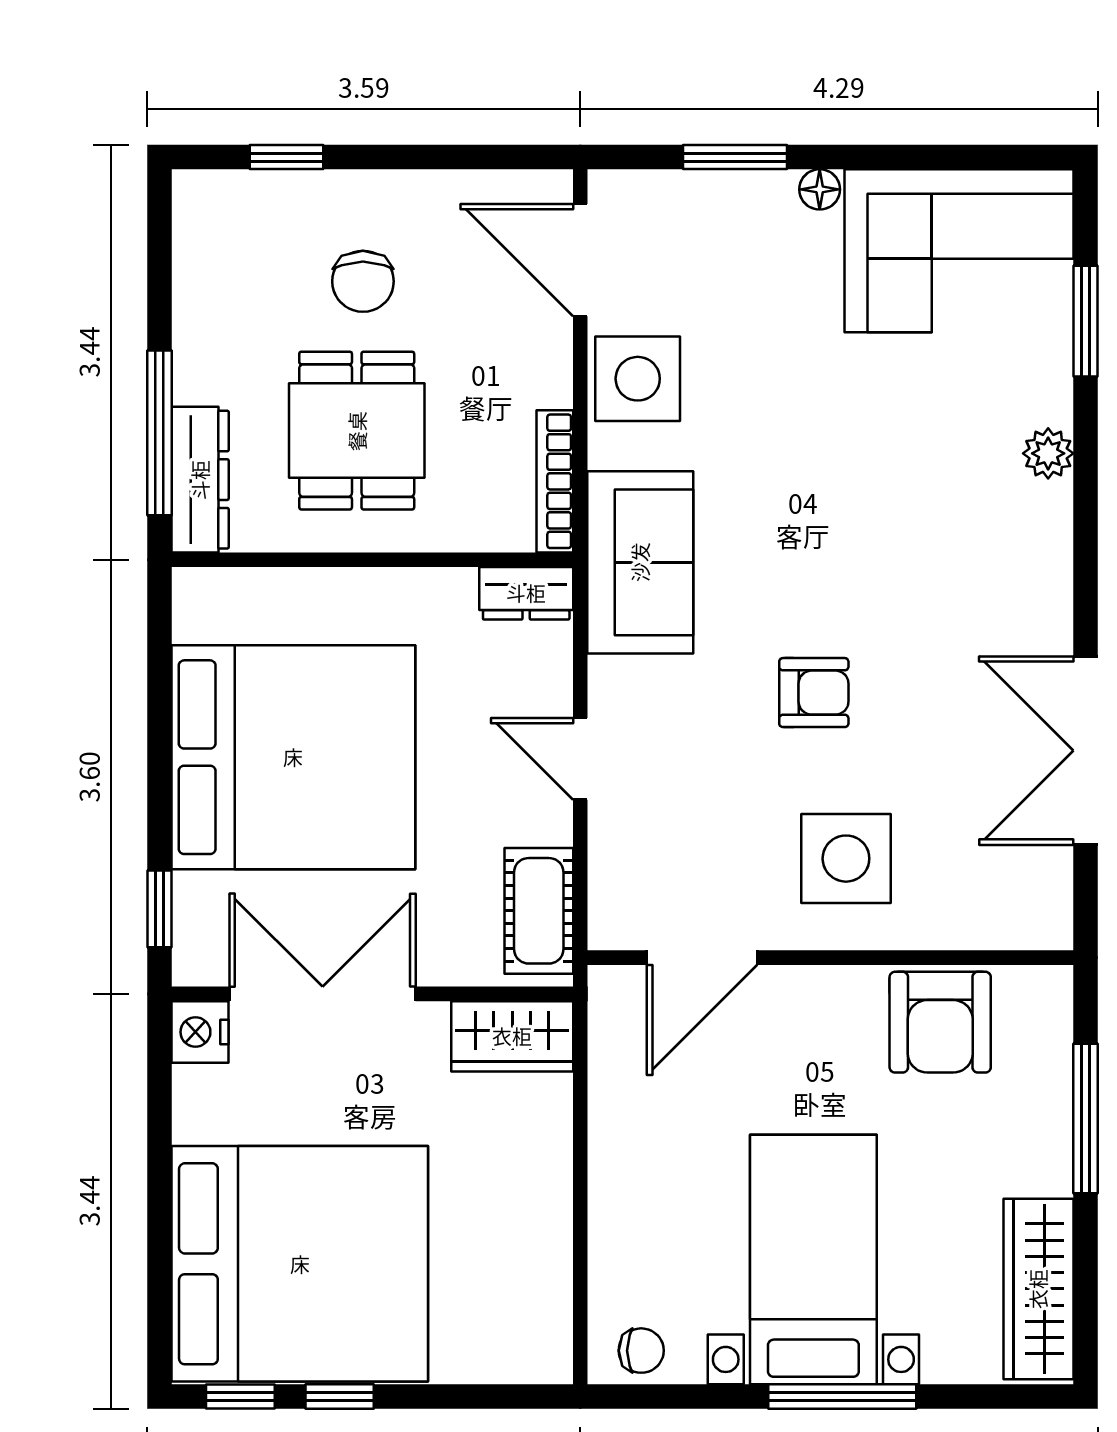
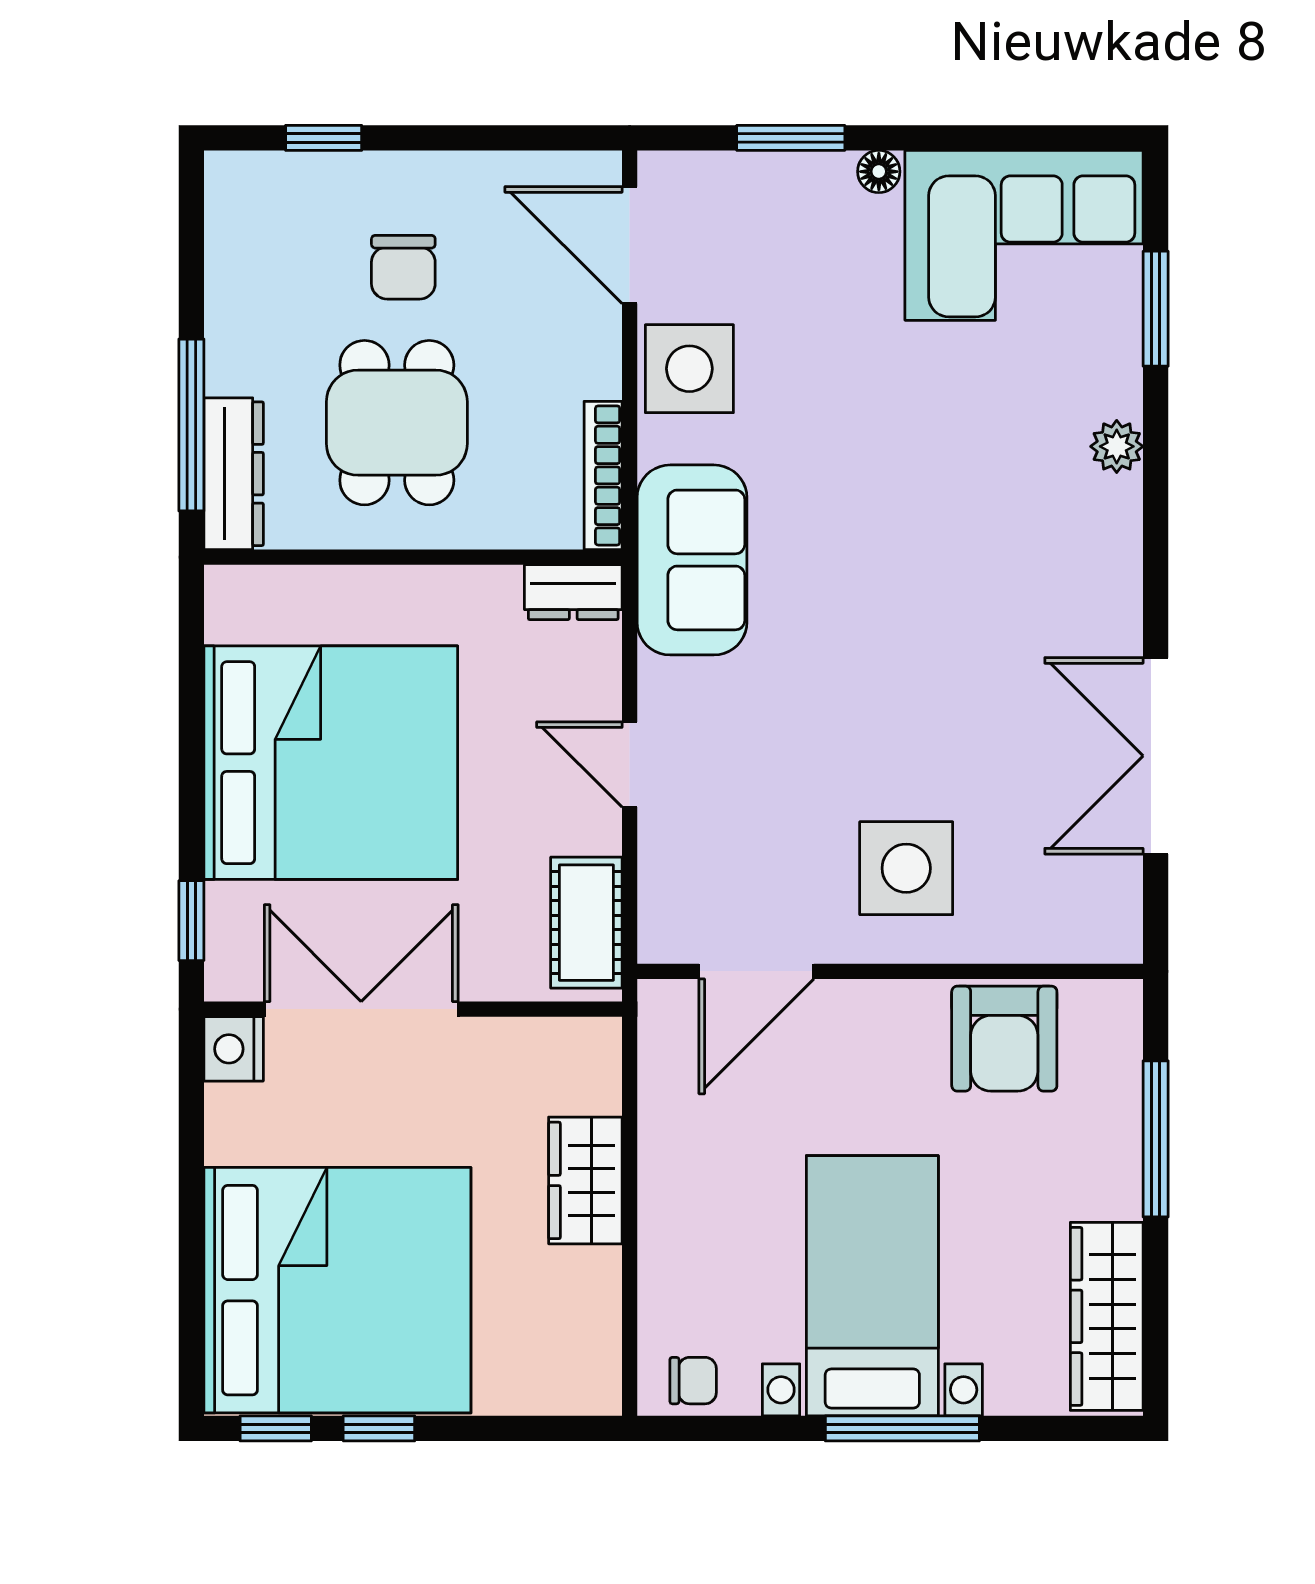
armchair: (814, 693) -> (873, 695), removed
wardrobe: (512, 1036) -> (585, 1180), moved, turned 90

